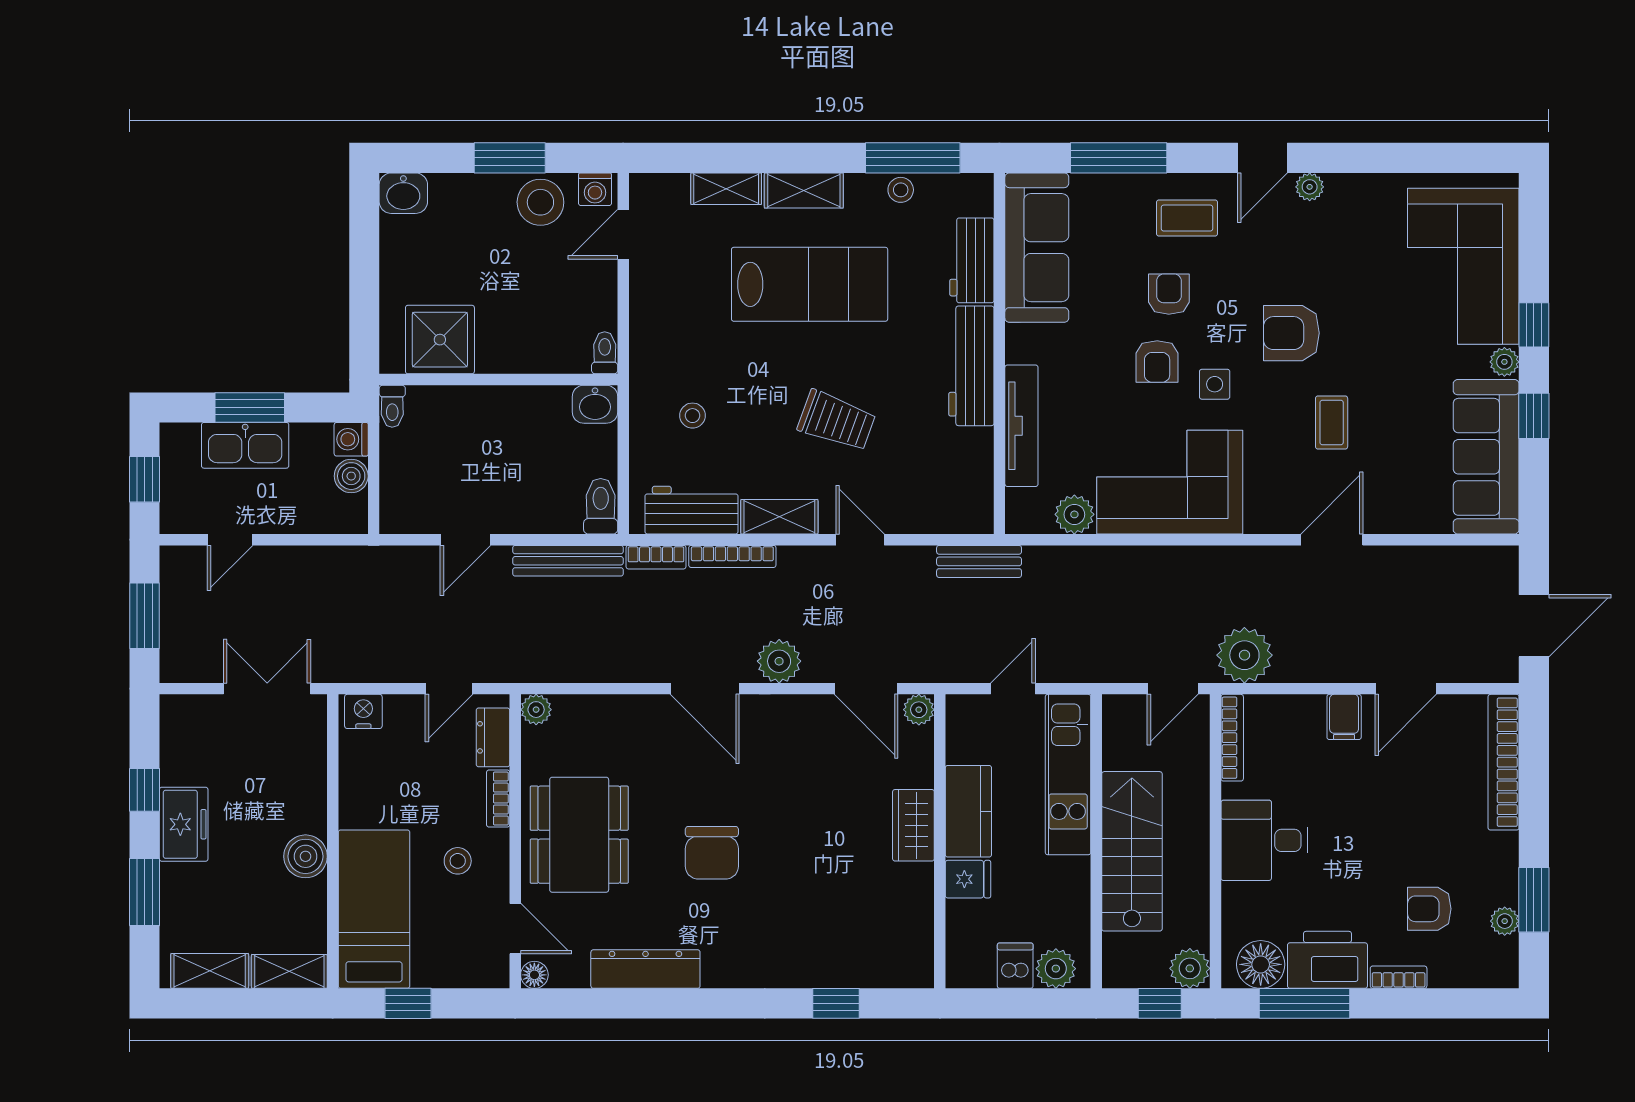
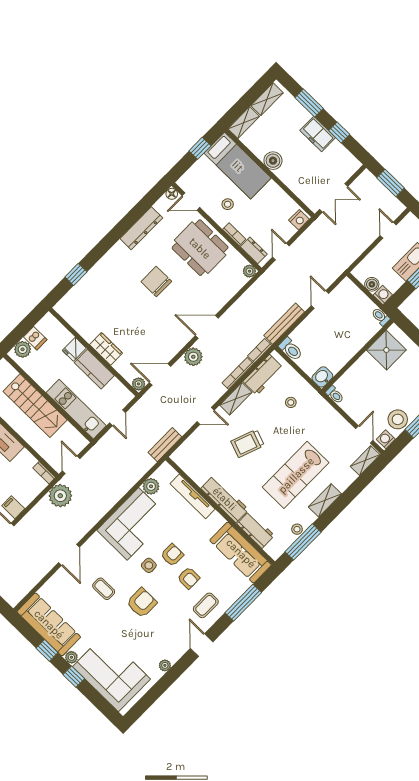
plant: (1310, 187) -> (165, 665), moved
shelving: (726, 189) -> (365, 461), moved
armchair: (1157, 362) -> (172, 555), turned 90
bookcase: (1232, 738) -> (44, 473), width x0.64

